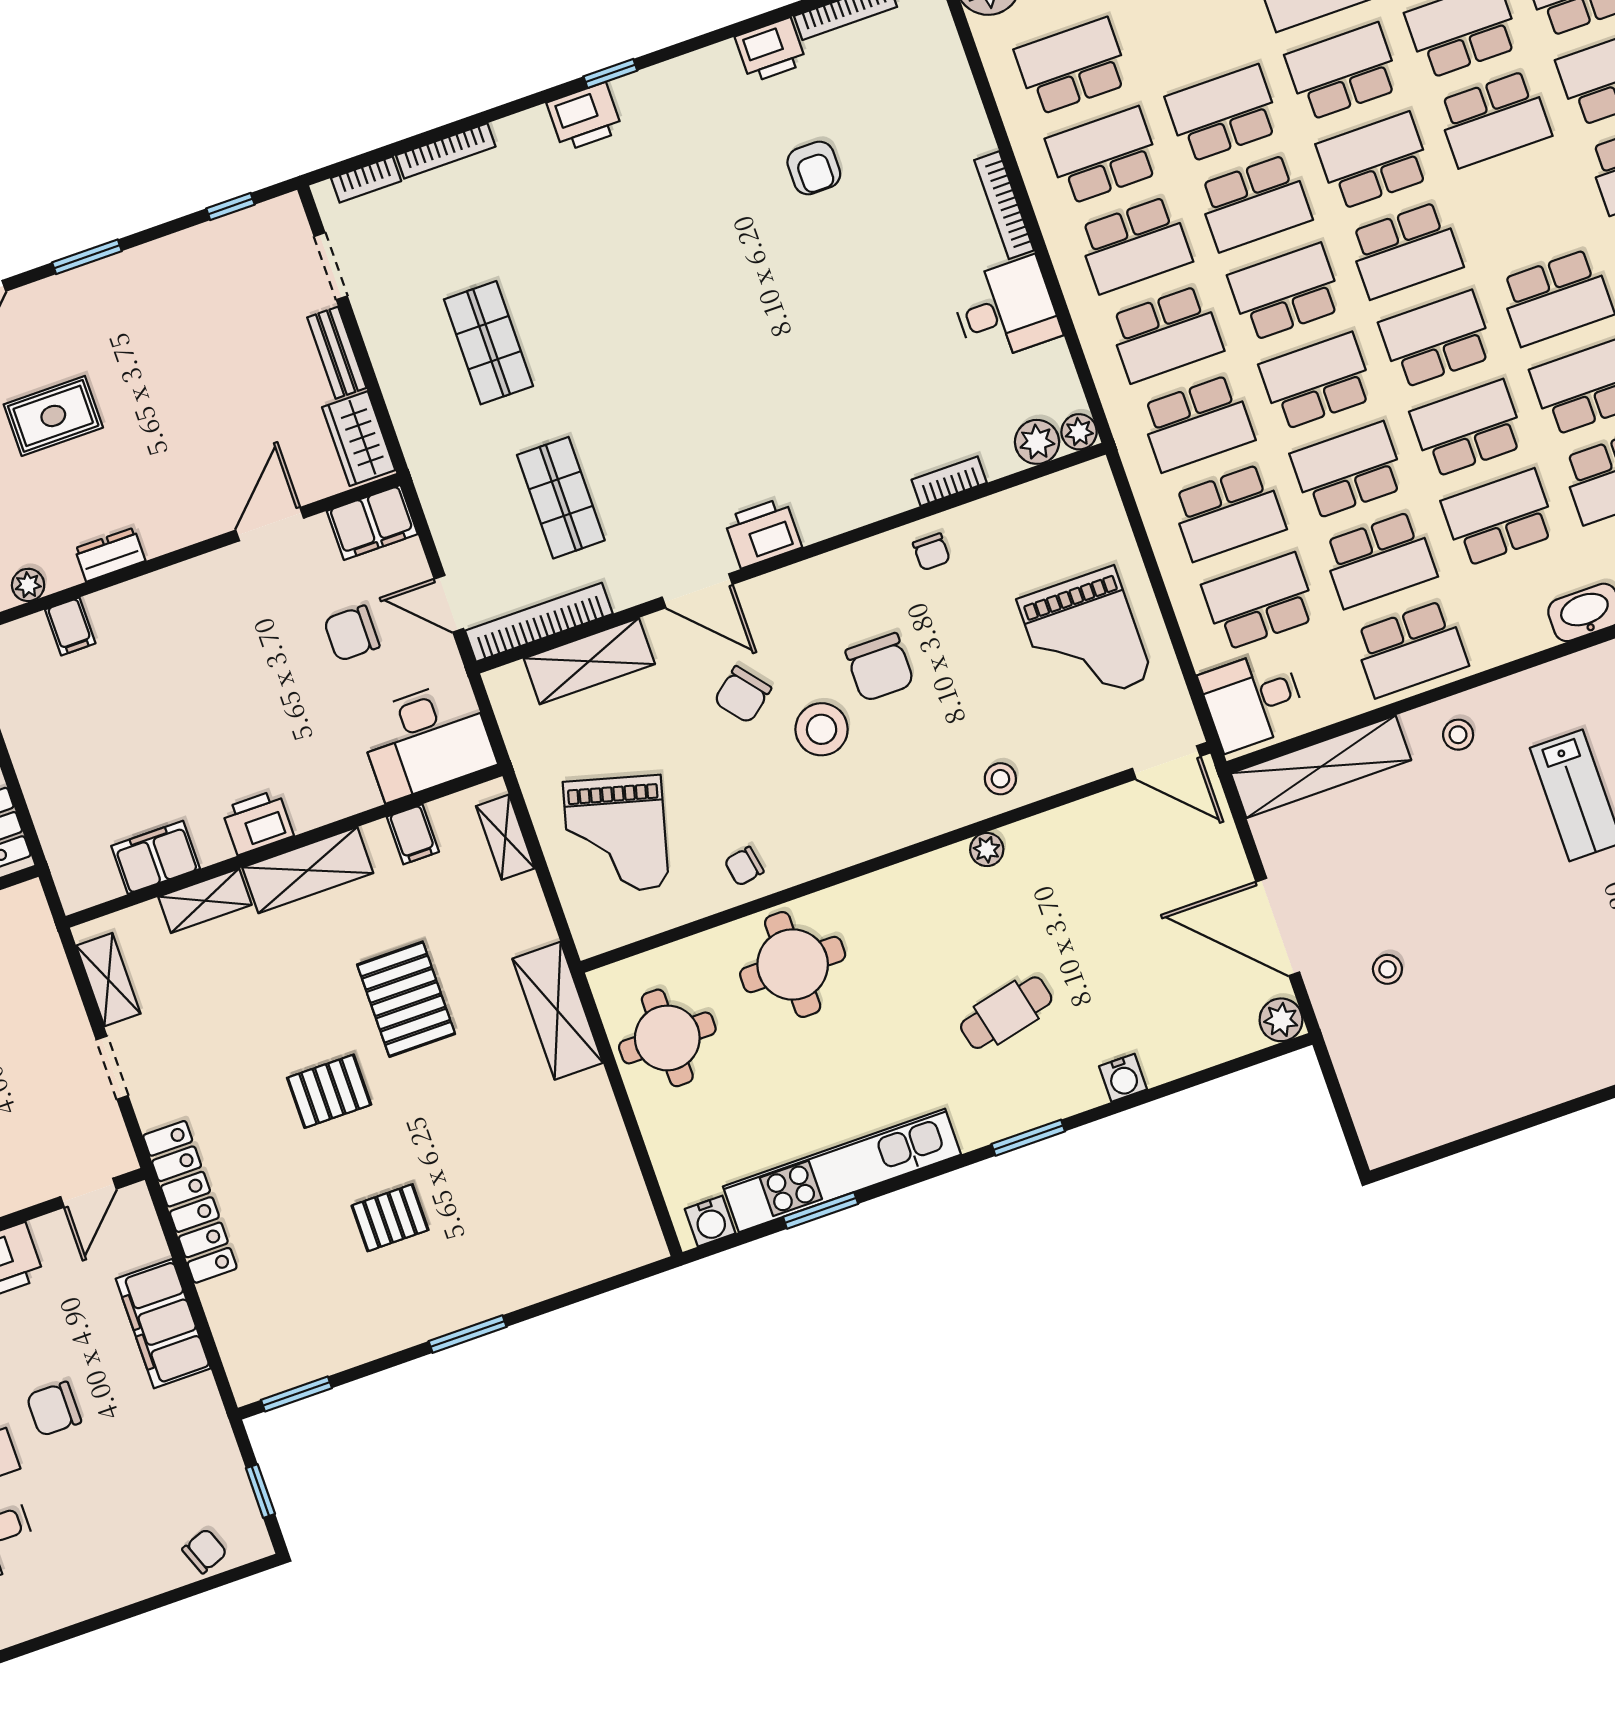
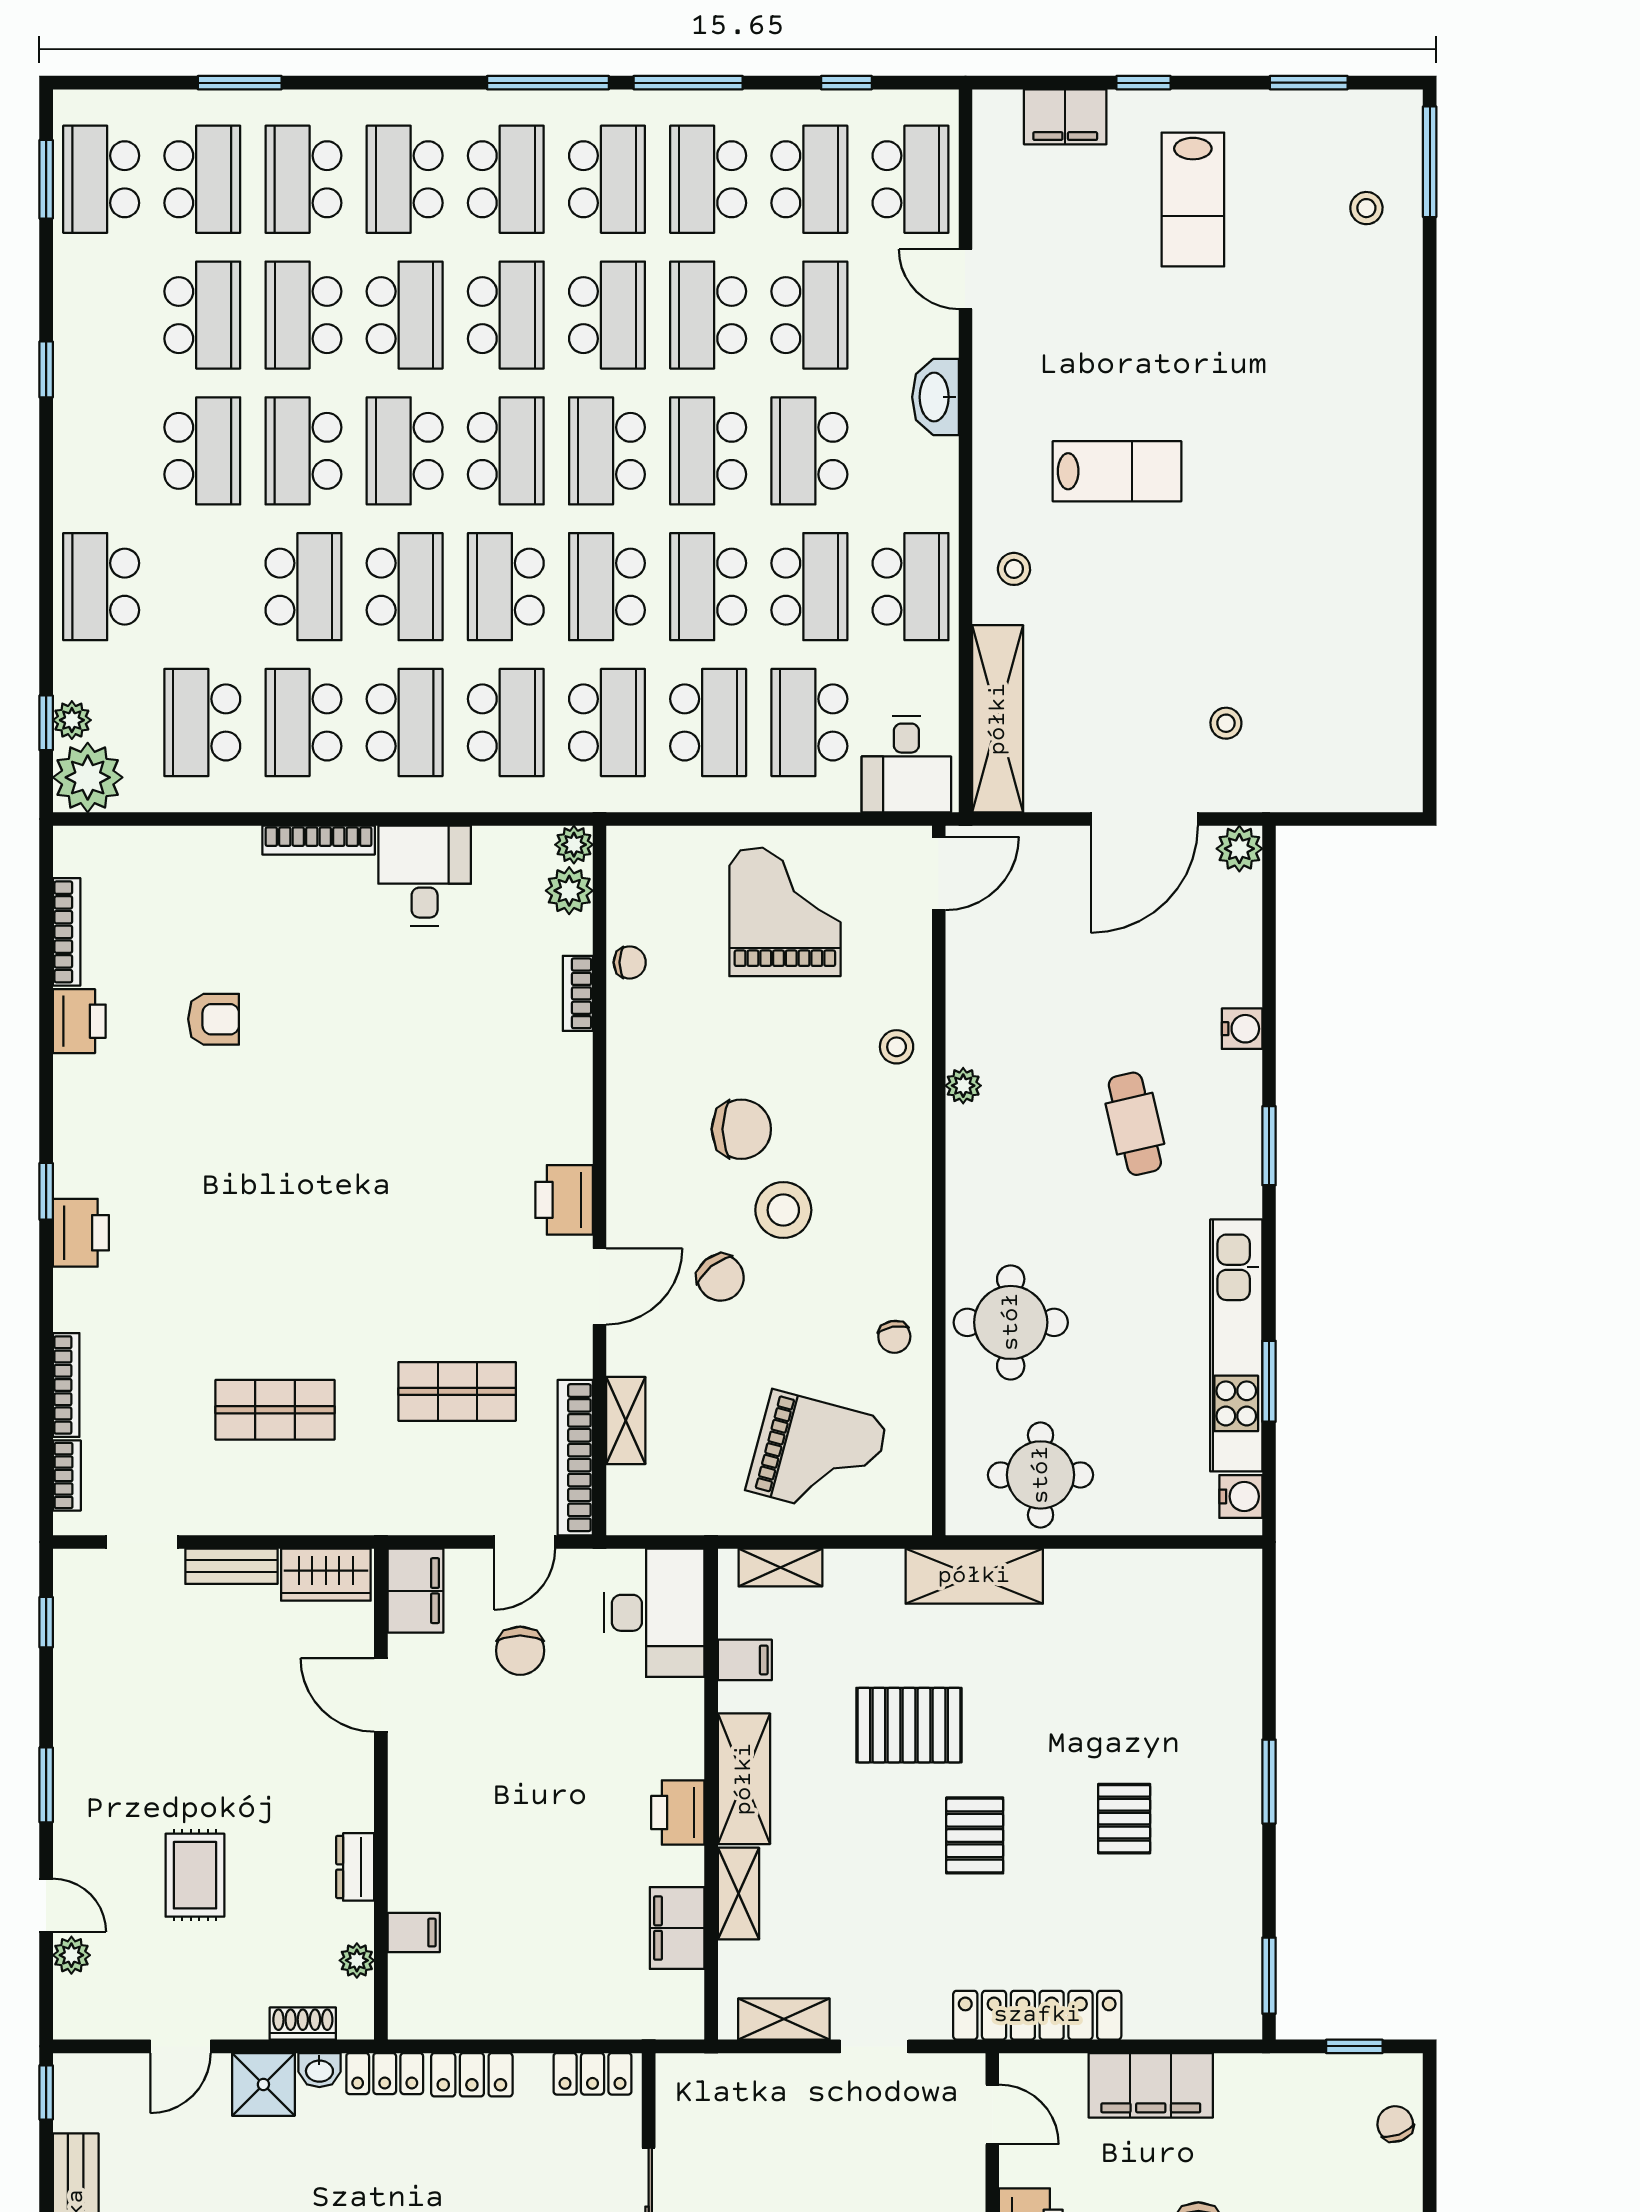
school desk: (1223, 114) -> (303, 587), turned 180
school desk: (1525, 208) -> (506, 315), added
chair: (931, 552) -> (630, 962), moved
grand piano: (1085, 639) -> (785, 912), turned -90
shelving: (589, 661) -> (626, 1420), width x0.67, depth x0.75

